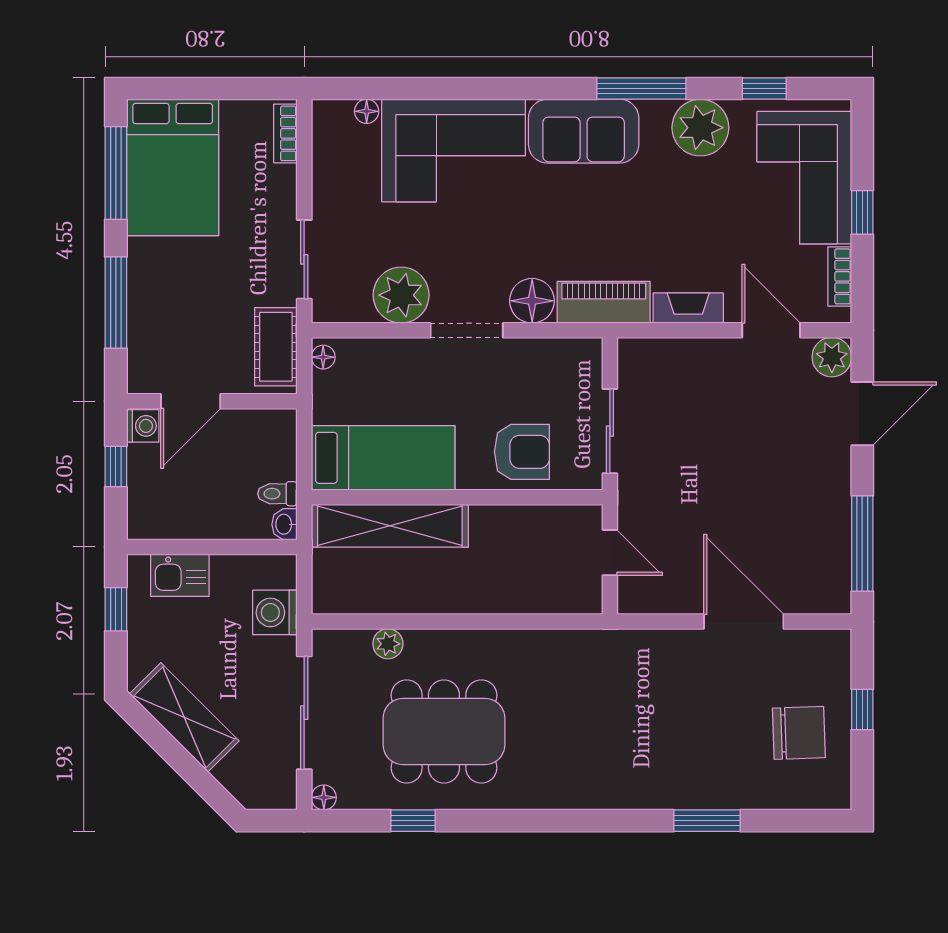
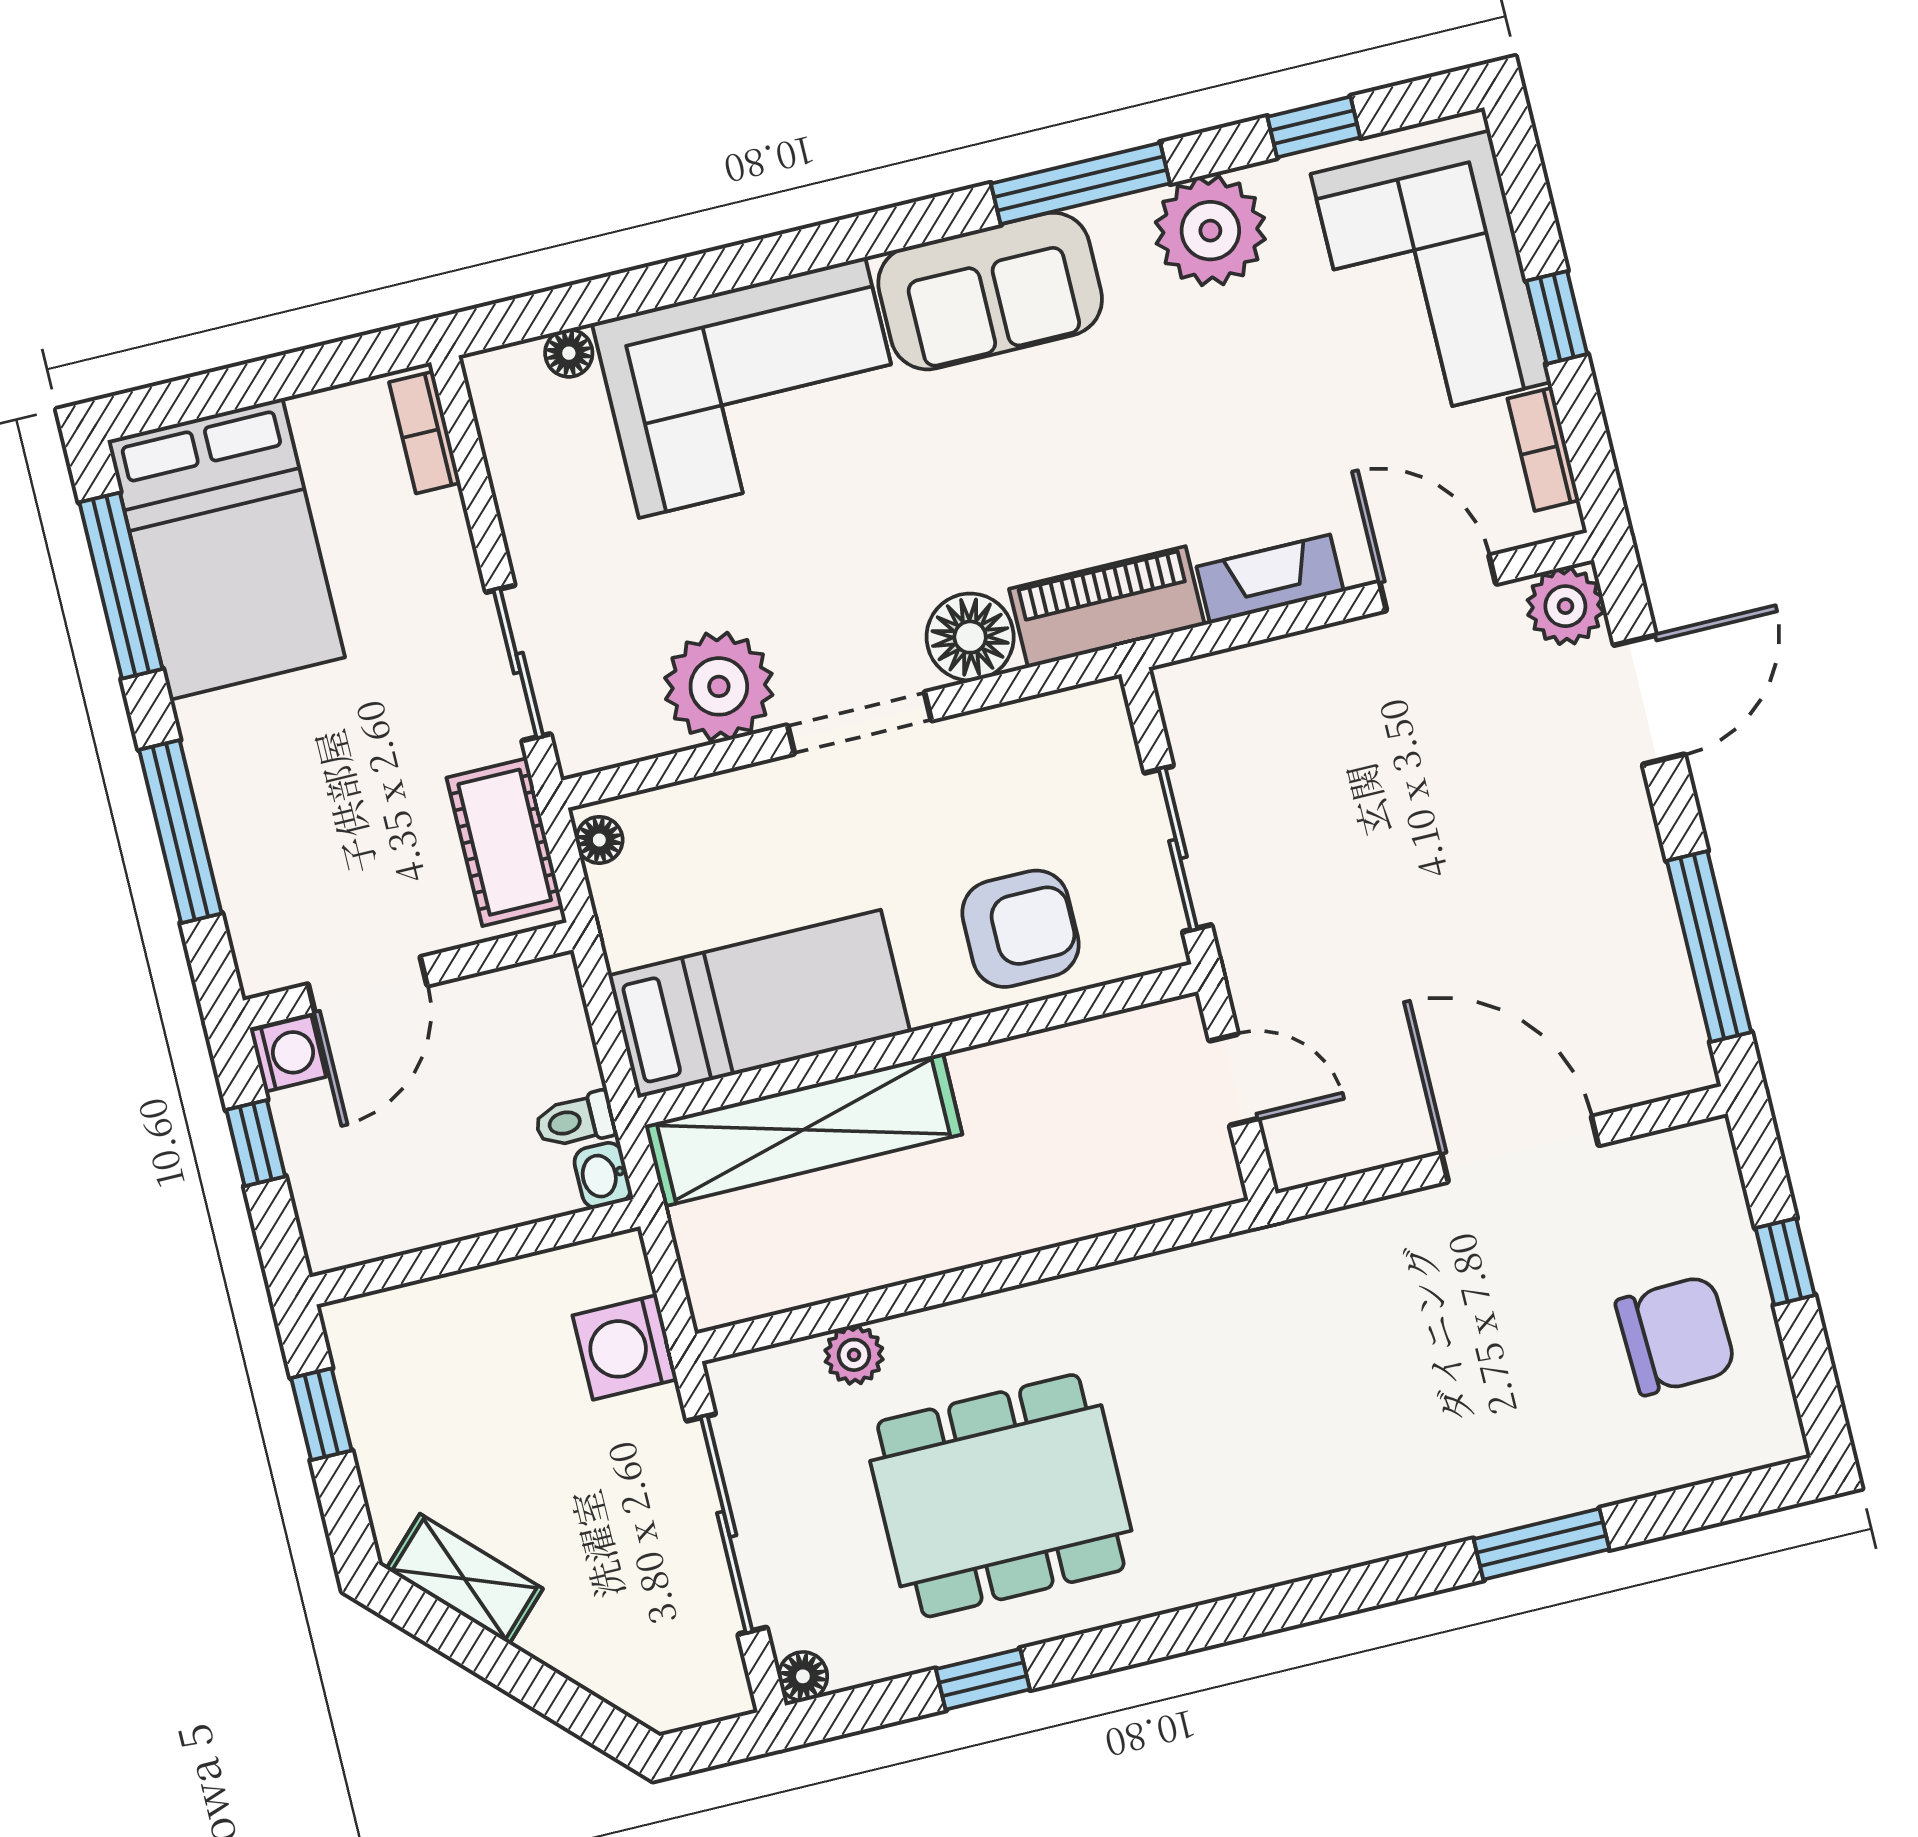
kitchen sink: (180, 575) -> (427, 1320), removed
shelving: (184, 717) -> (465, 1579), width x0.67, depth x0.75

